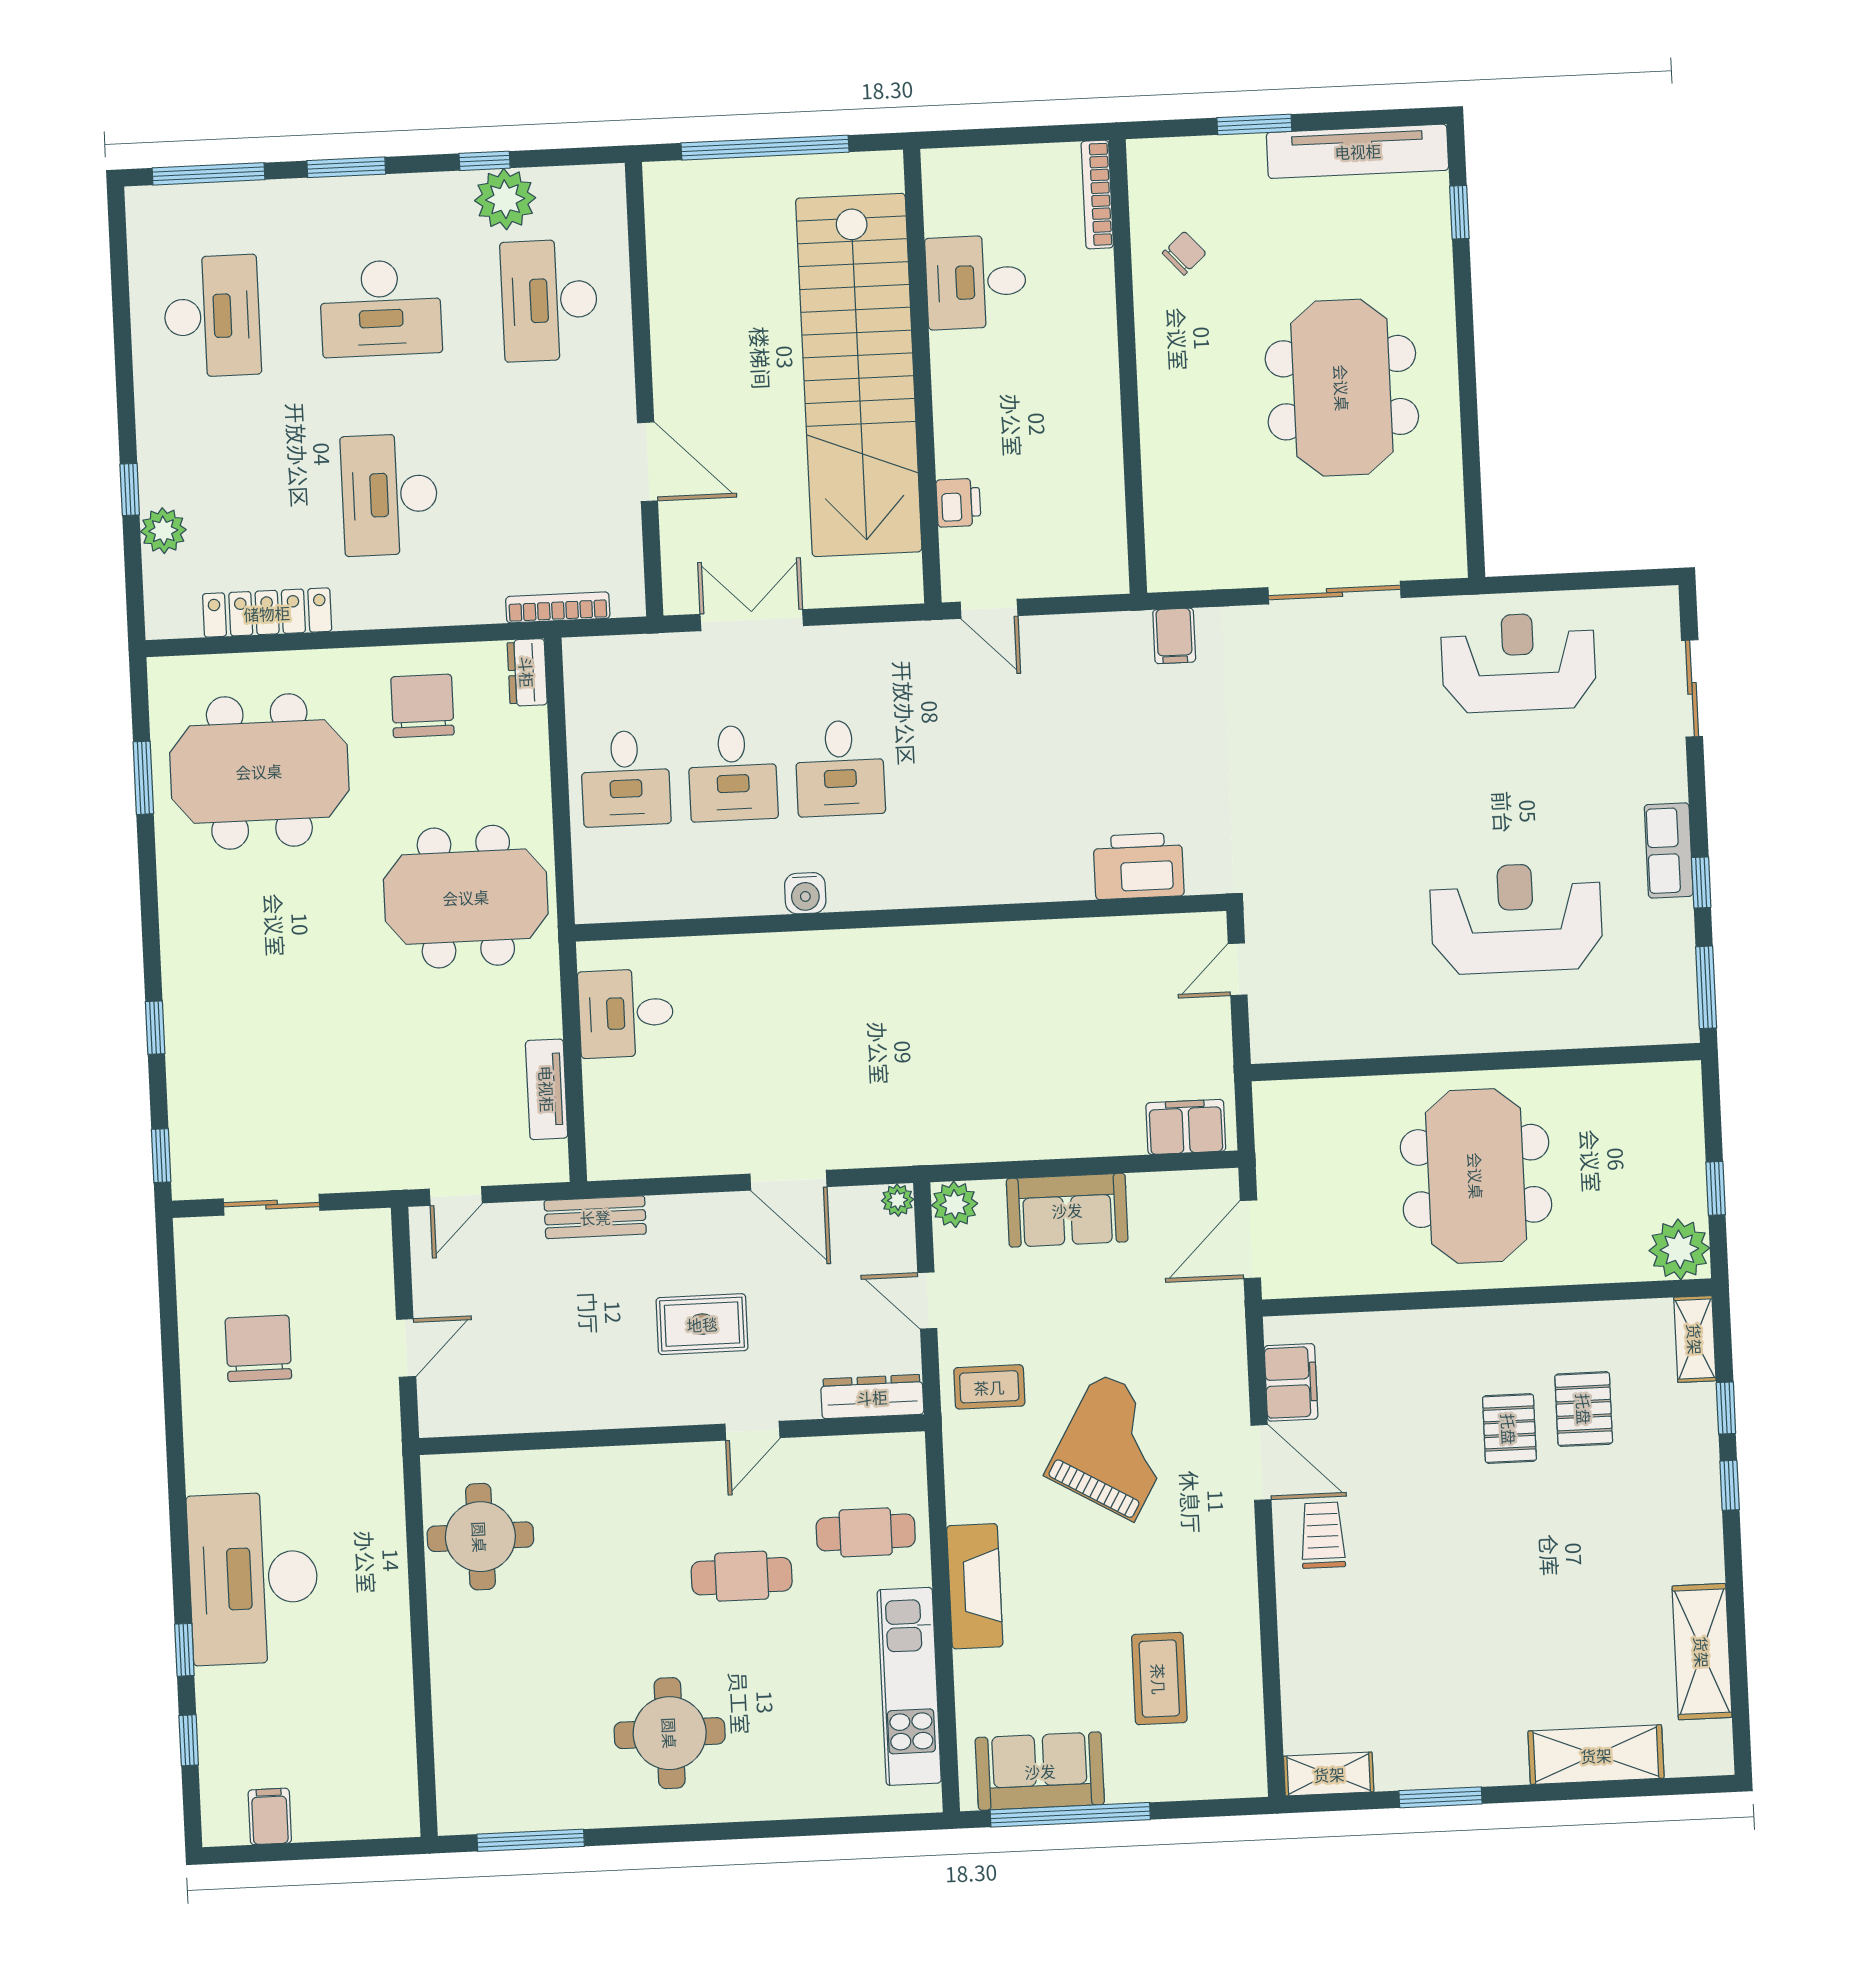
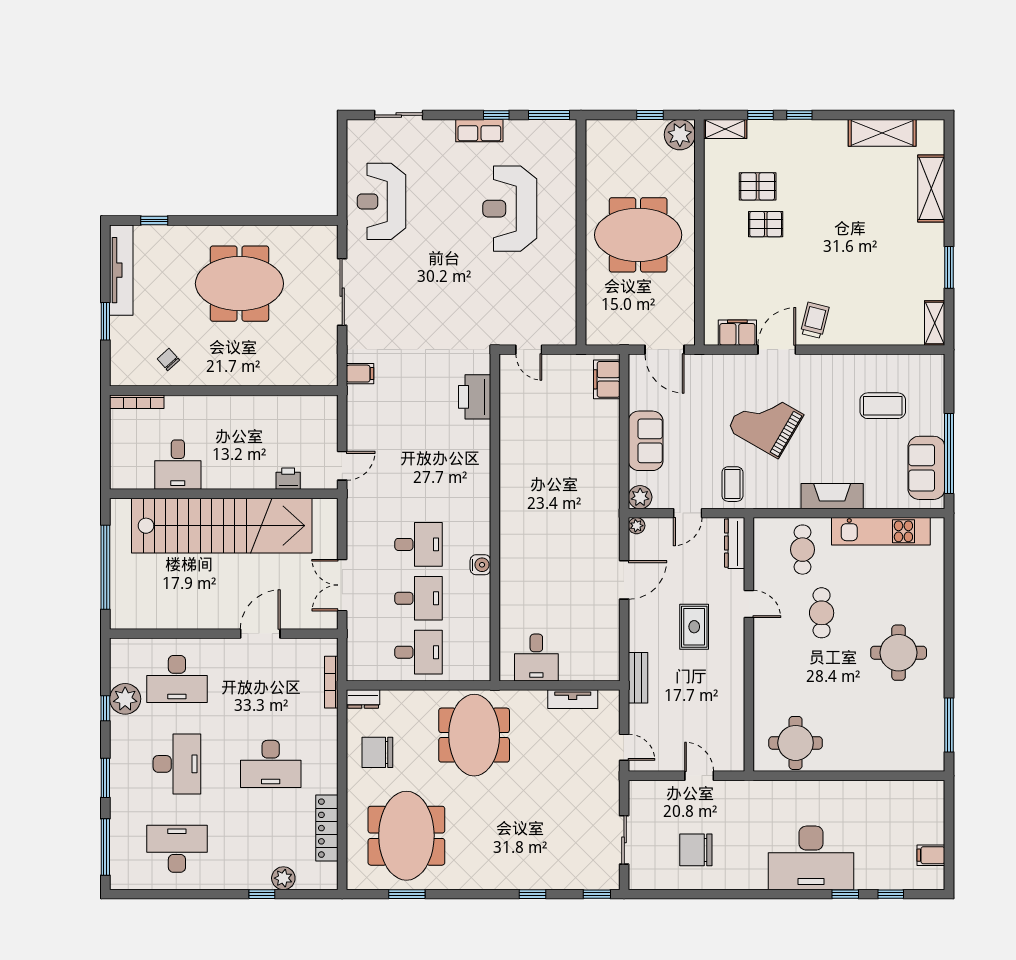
trolley: (1323, 1535) -> (815, 320), turned 104

